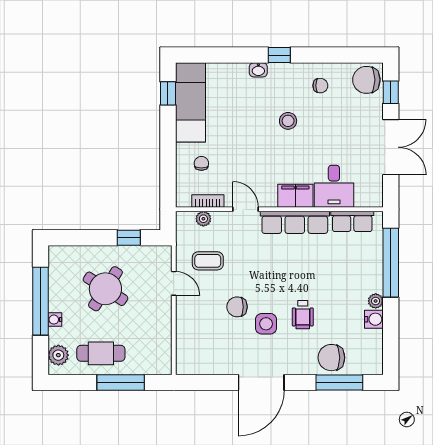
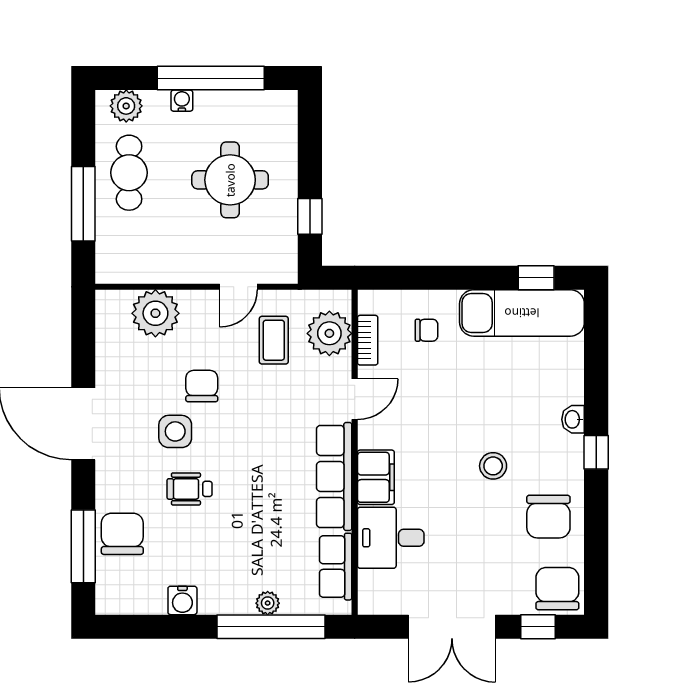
chair: (320, 86) -> (548, 517), width x1.87, depth x1.87
plant: (203, 219) -> (329, 333), width x1.87, depth x1.87
round table: (105, 289) -> (230, 180), turned -33
plant: (376, 301) -> (268, 603), moved
plant: (191, 336) -> (155, 313), added

